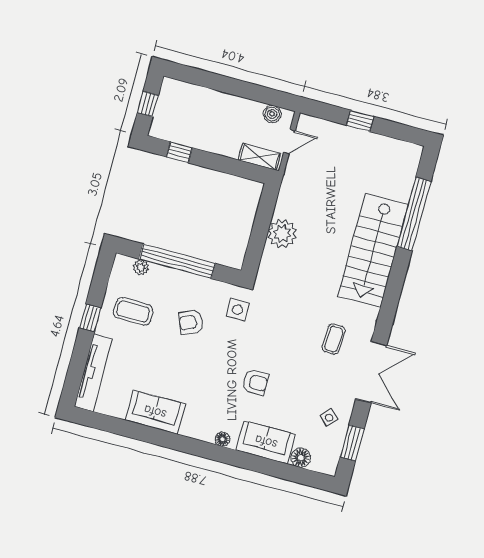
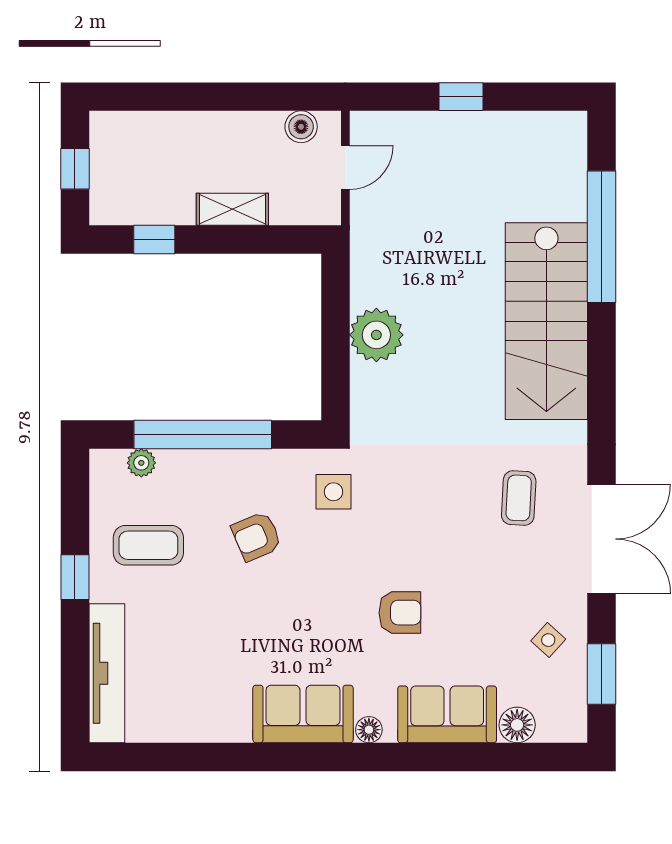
shelving: (260, 157) -> (232, 209), moved
sofa: (155, 412) -> (303, 714), moved

